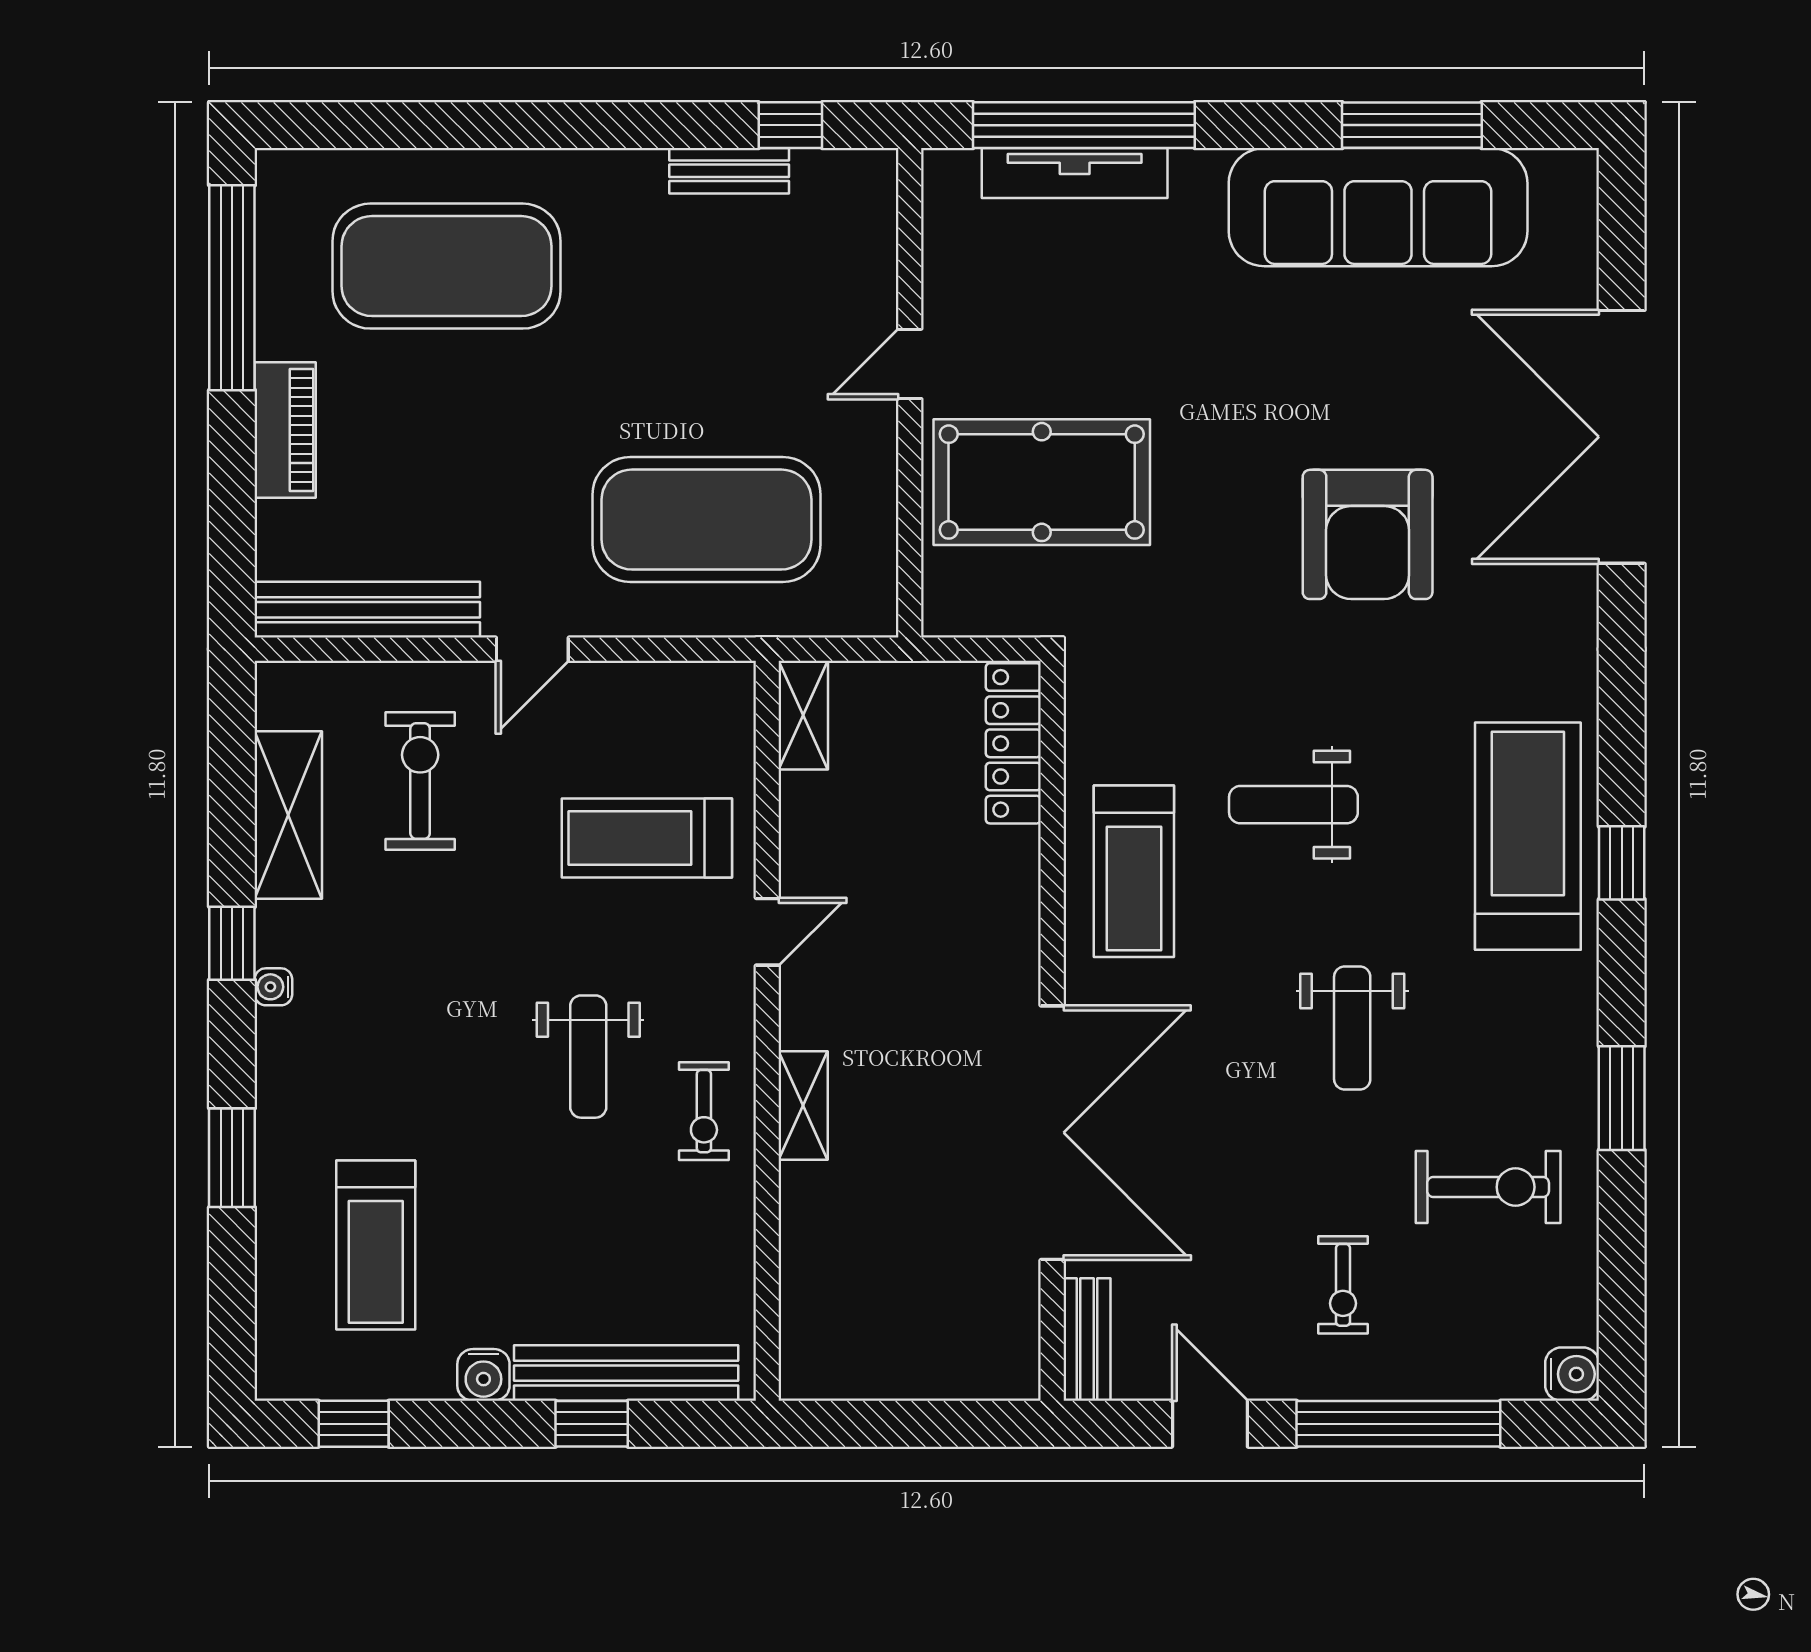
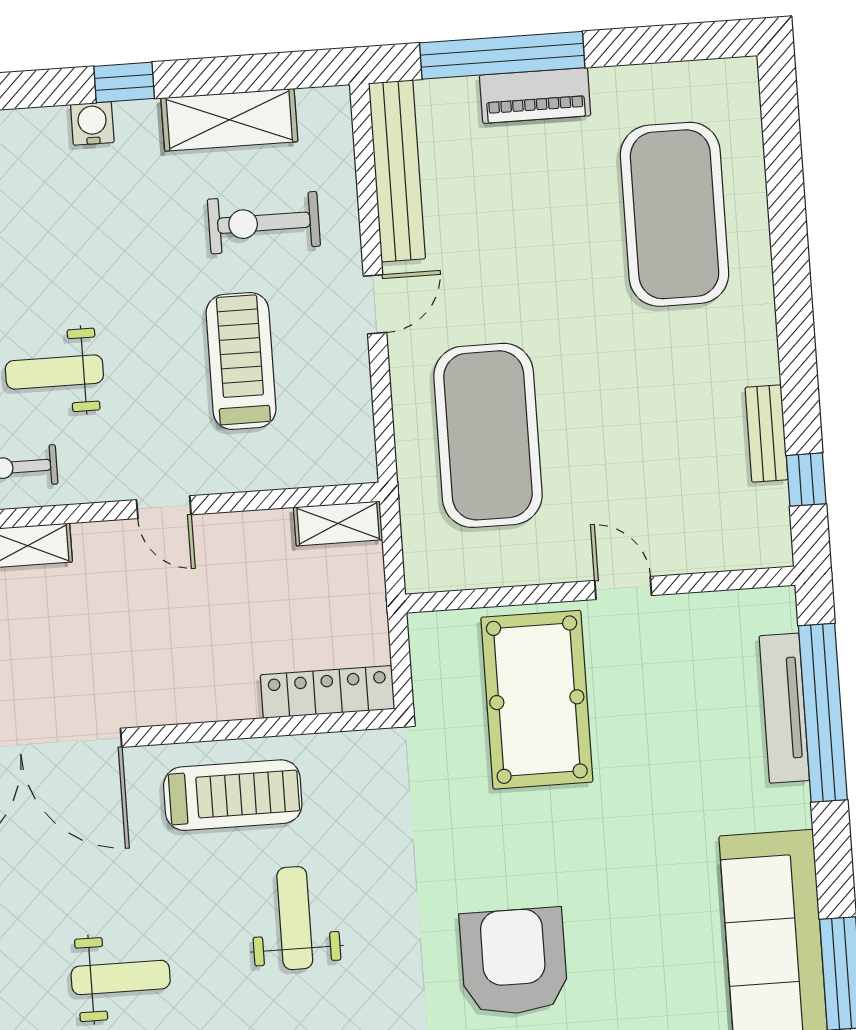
window: (232, 288) -> (502, 55), moved
armchair: (1368, 534) -> (514, 962), turned 90
door: (532, 649) -> (375, 304), swing flipped
exercise bike: (420, 781) -> (264, 223), turned 180
treadmill: (647, 838) -> (241, 361), moved
treadmill: (1134, 871) -> (233, 795), turned 180
water cooler: (273, 987) -> (92, 123), width x1.38, depth x1.38
weight bench: (1352, 1028) -> (121, 977), turned 180

